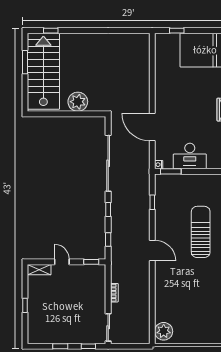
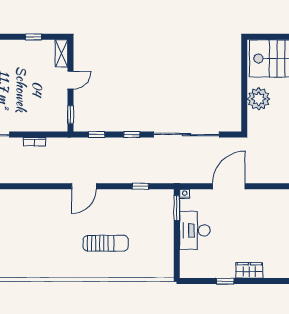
sun lounger: (201, 232) -> (106, 243), width x0.73, depth x0.75
window: (25, 305) -> (34, 37), moved

